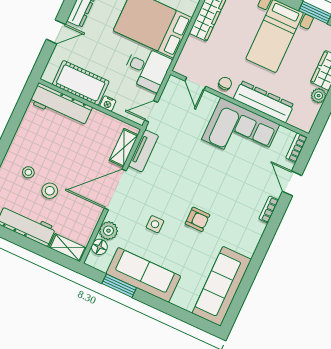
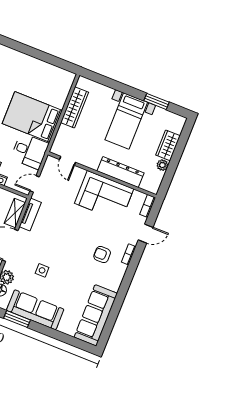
chair: (225, 84) -> (90, 160), removed
door: (292, 183) -> (146, 234), swing flipped
armchair: (198, 219) -> (102, 255), moved, turned 180

